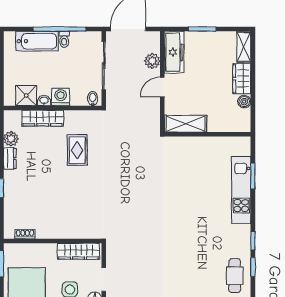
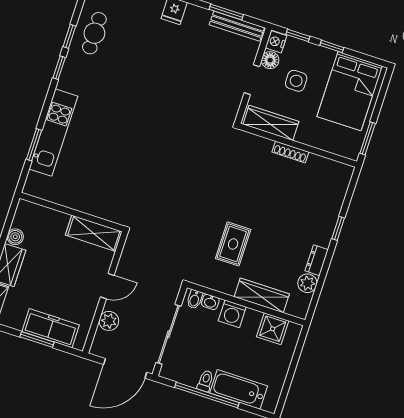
freezer: (174, 52) -> (51, 328), moved, turned 90
washbasin: (44, 101) -> (210, 302), moved
shoe rack: (25, 234) -> (290, 152), moved, width x1.43

